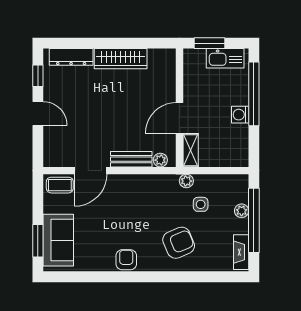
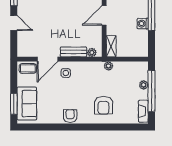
door: (180, 118) -> (104, 15), moved
side table: (201, 204) -> (66, 73), moved
armchair: (179, 243) -> (104, 105), turned 113

